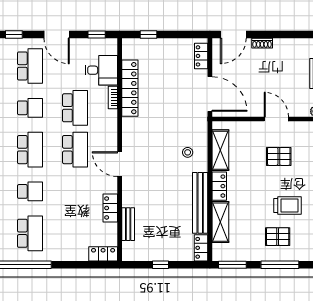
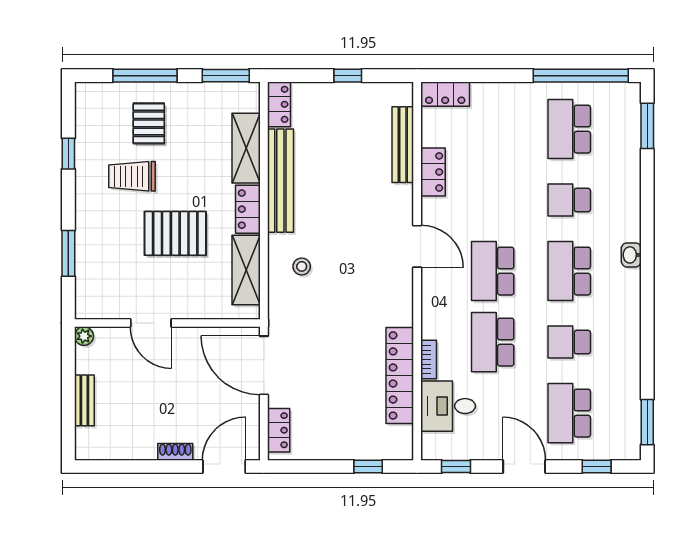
pallet: (279, 156) -> (175, 233), moved, width x1.50, depth x1.42
bench: (128, 224) -> (403, 145), width x1.36
pallet: (278, 237) -> (149, 123), turned 90

